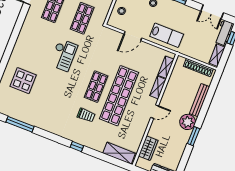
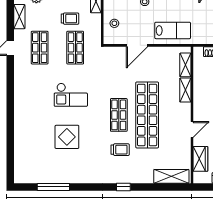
checkout: (63, 55) -> (71, 95), turned 90
display table: (23, 81) -> (67, 137), moved
door: (155, 112) -> (192, 129), moved

